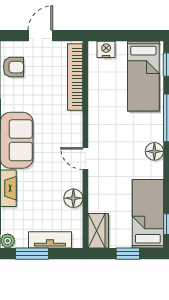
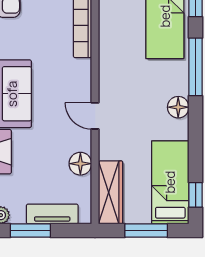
wardrobe: (98, 231) -> (110, 192), width x1.50
window: (128, 254) -> (146, 231), width x1.50

